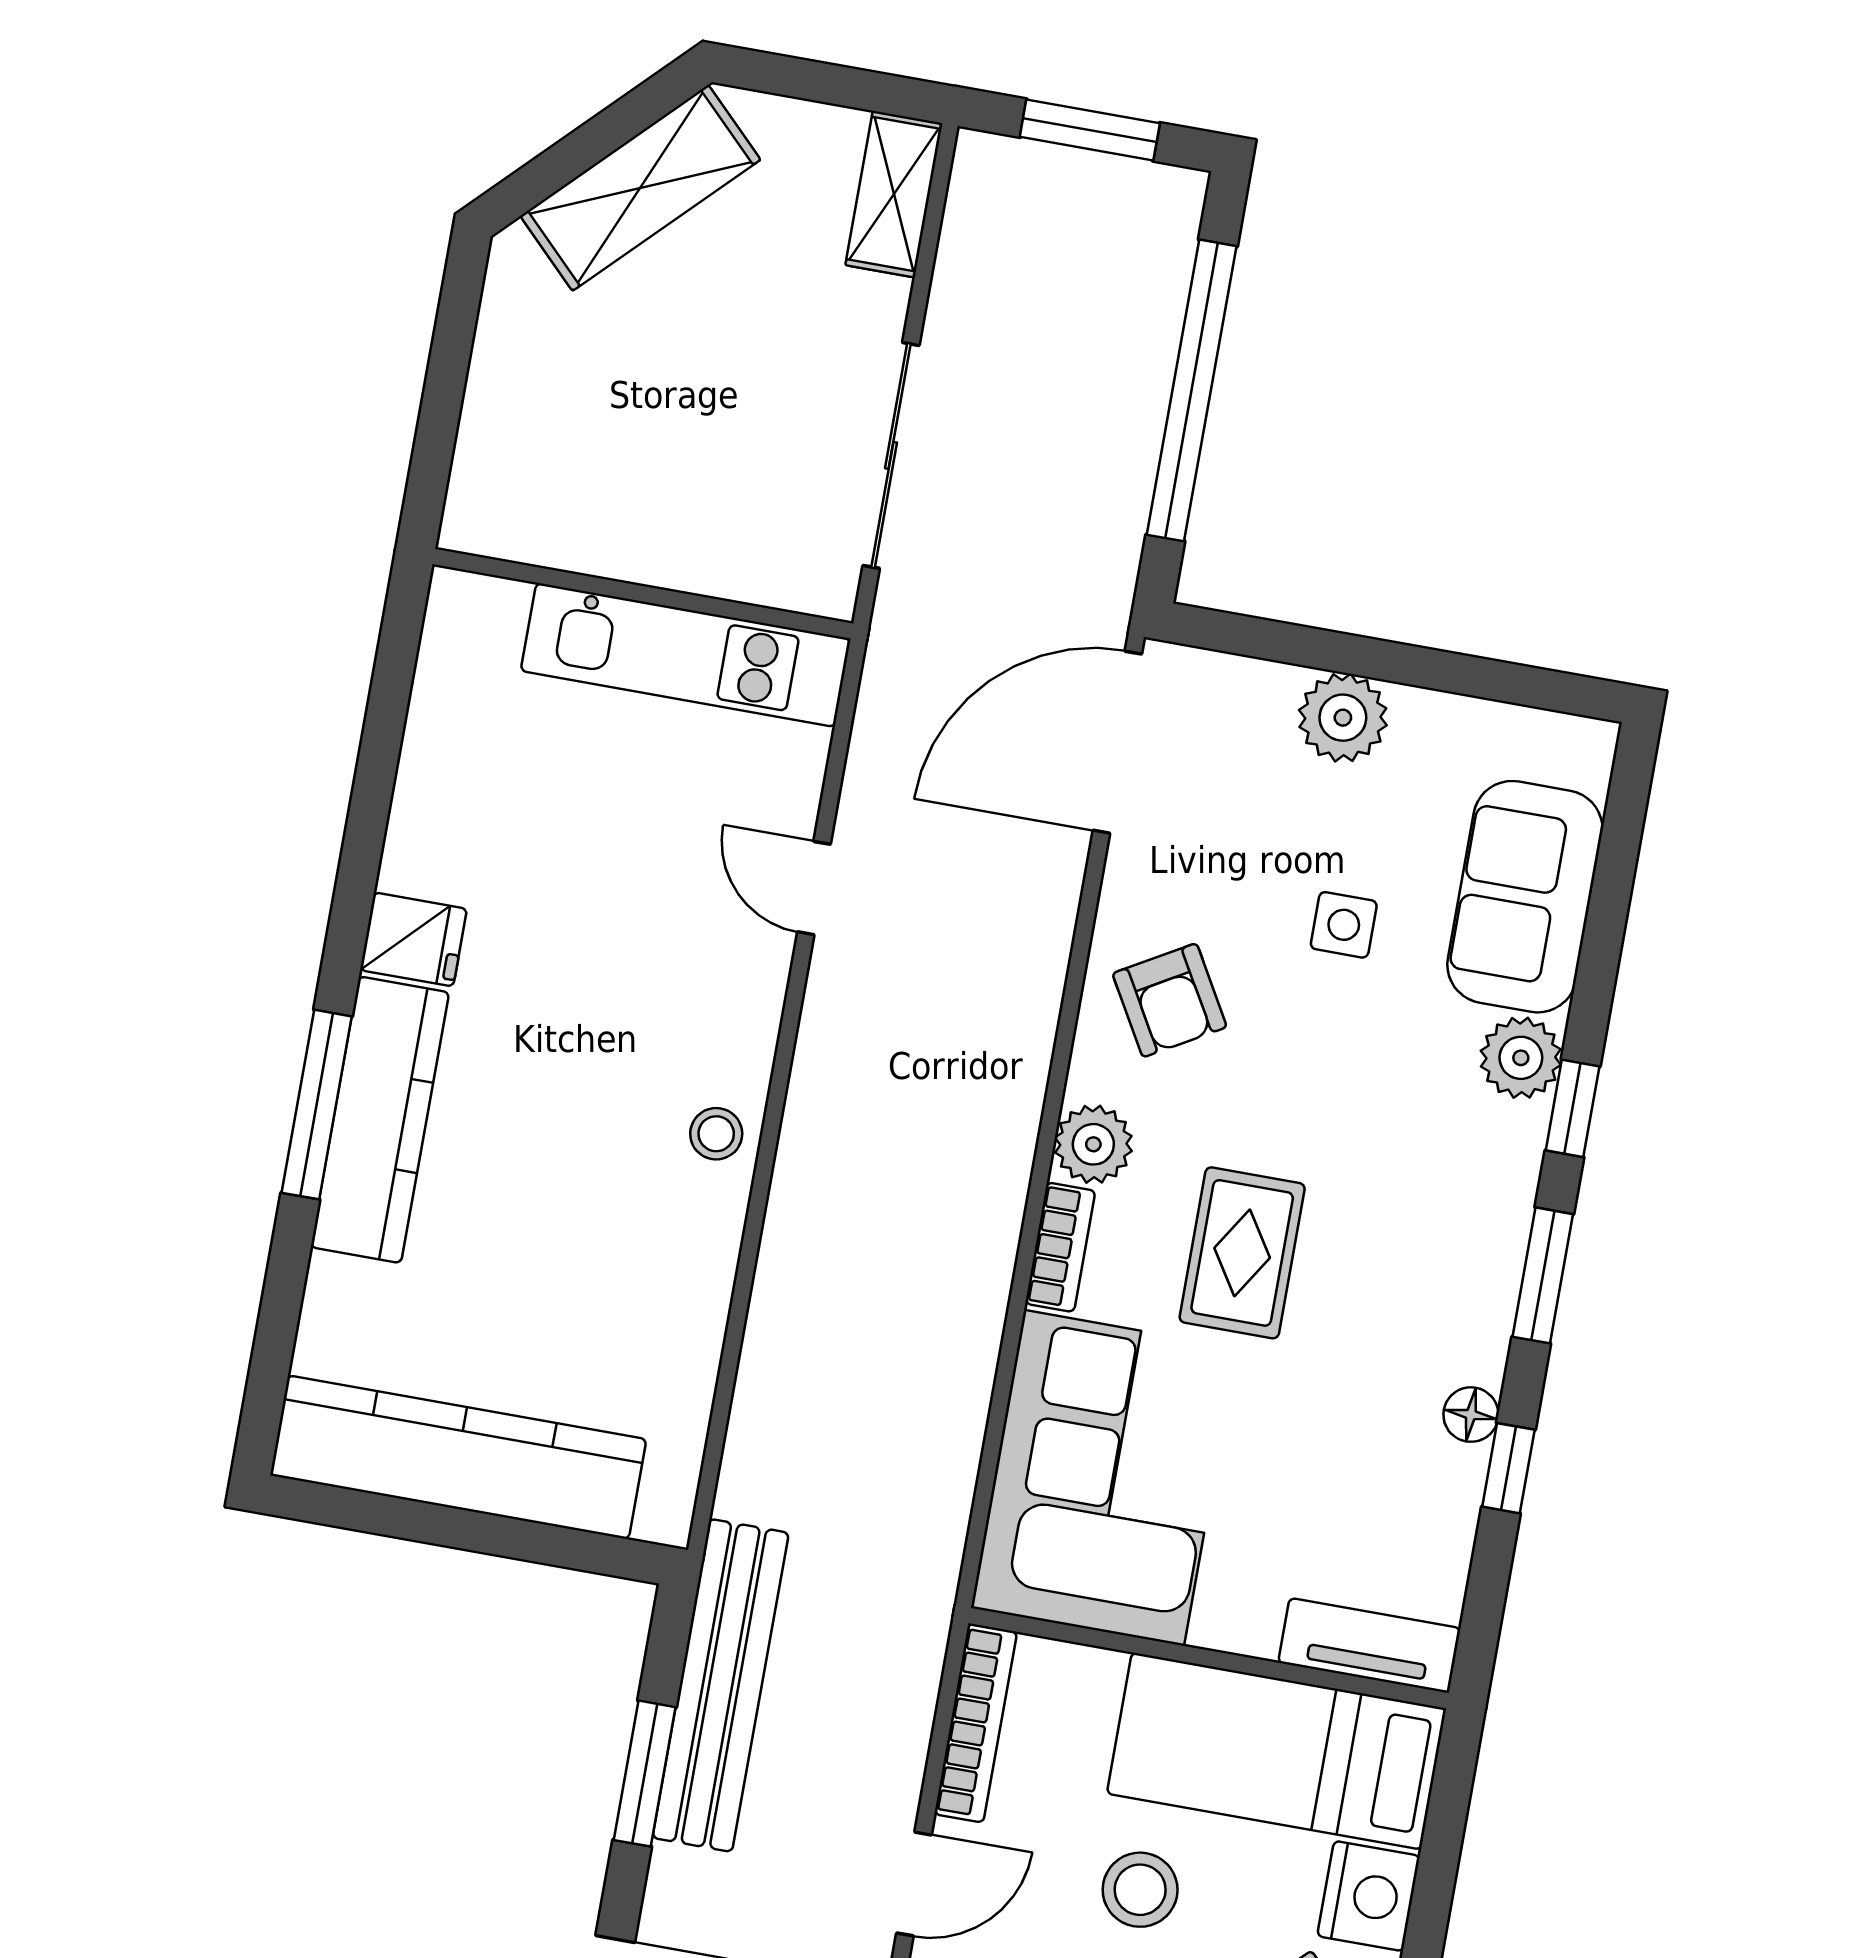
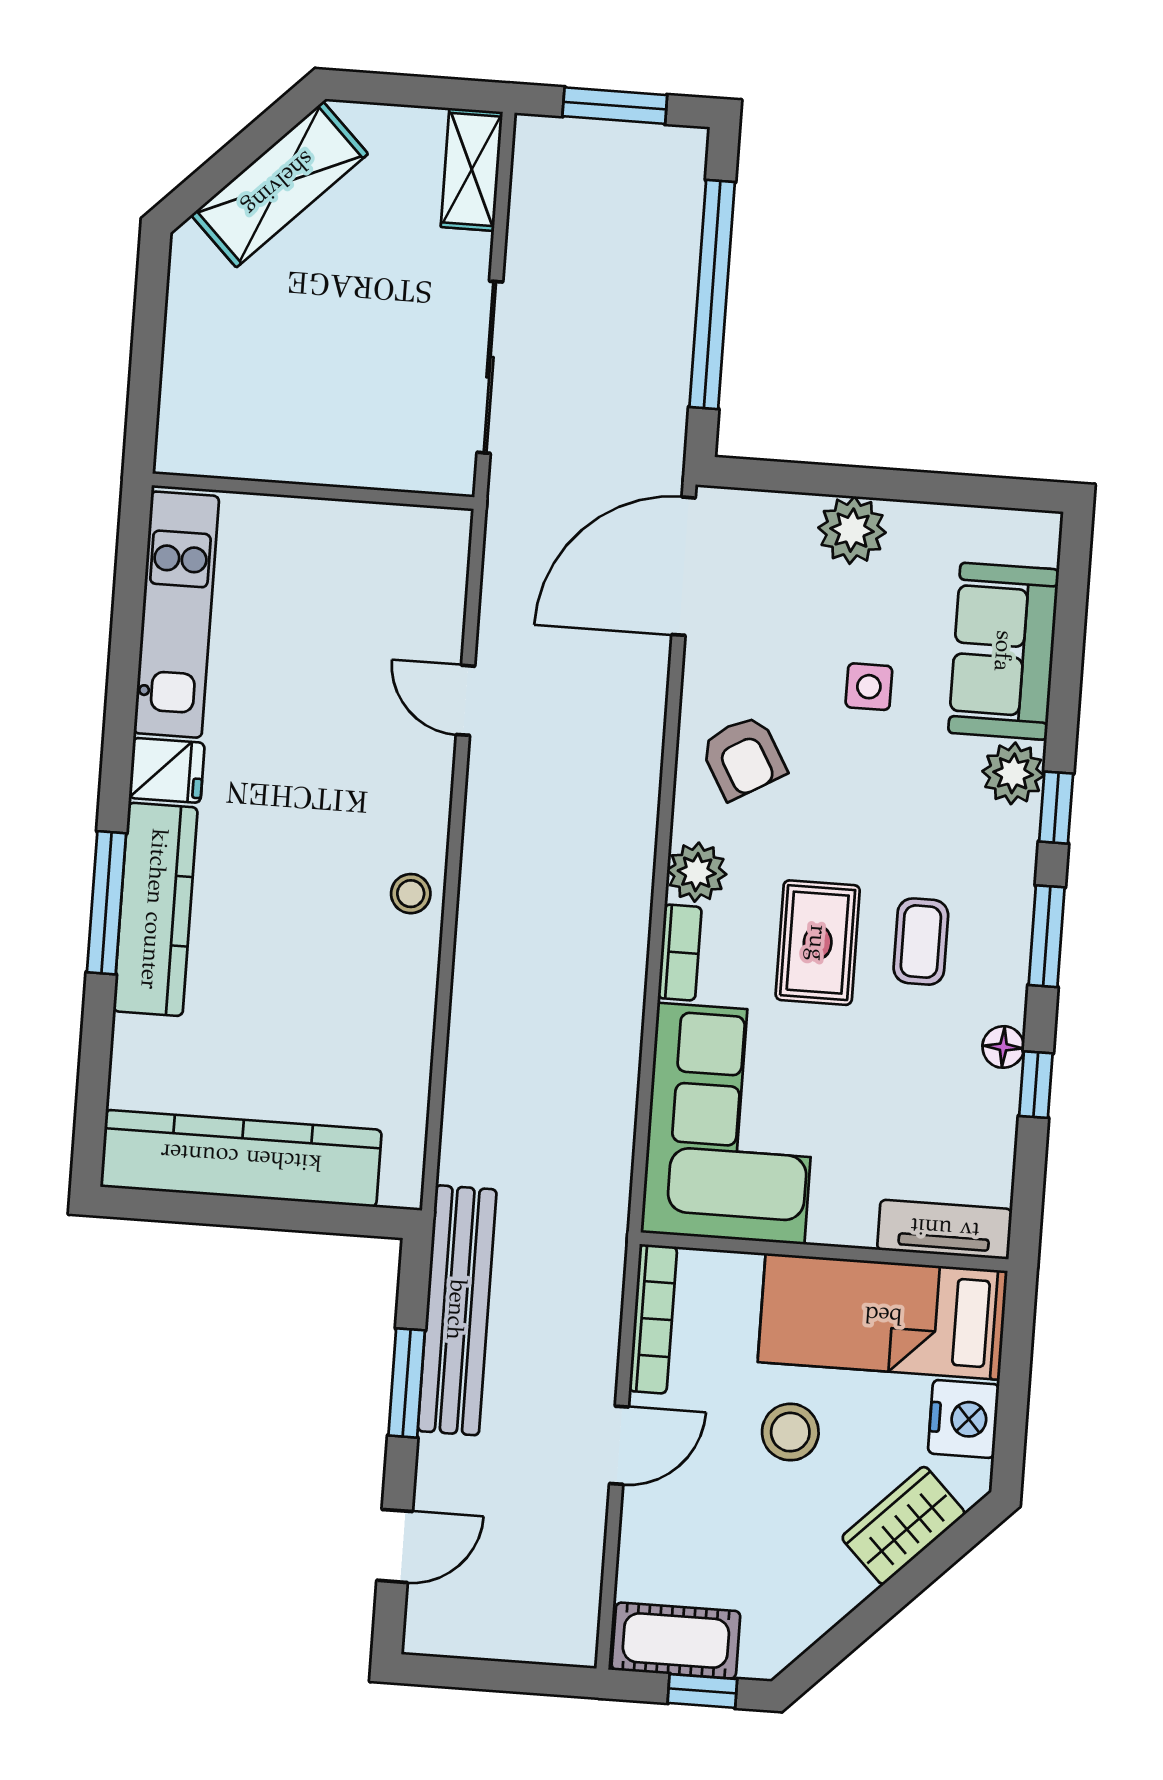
kitchen unit: (686, 655) -> (176, 615), moved, turned -90
coffee table: (1377, 1265) -> (921, 942), added

